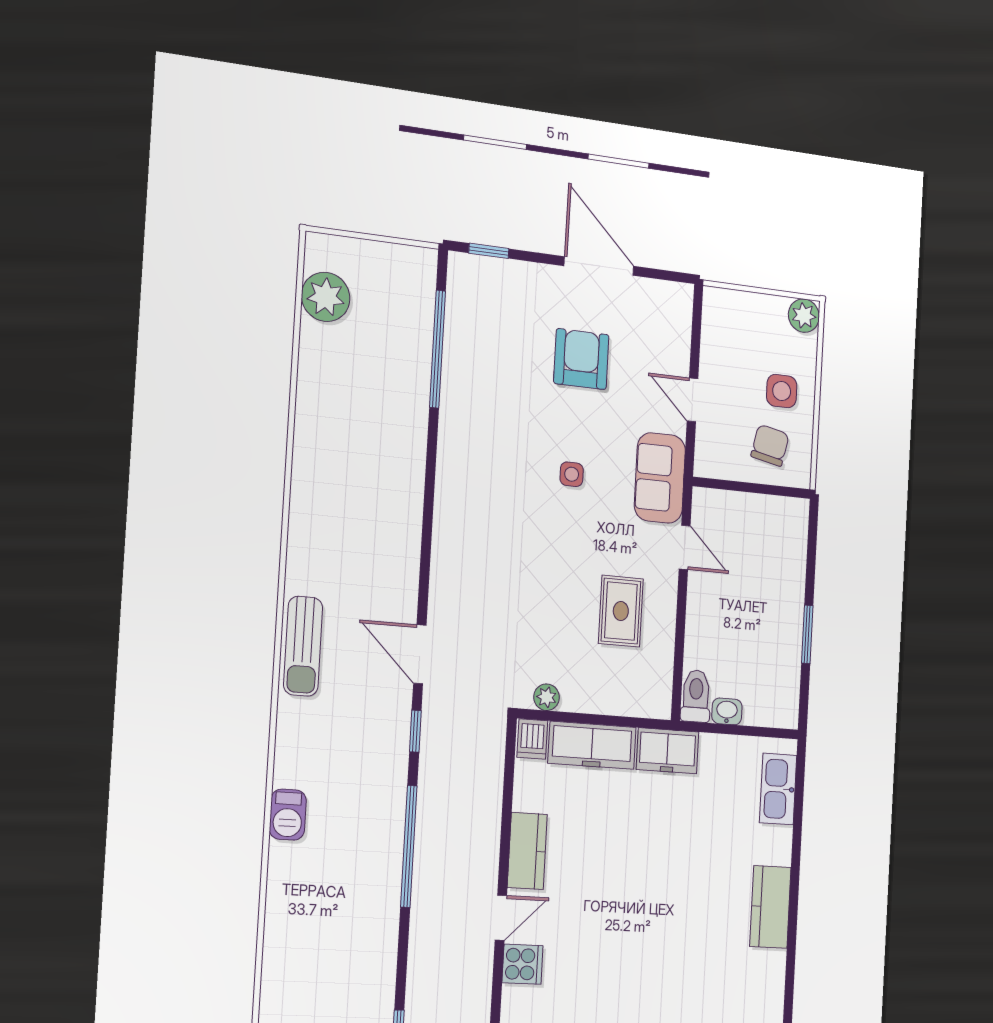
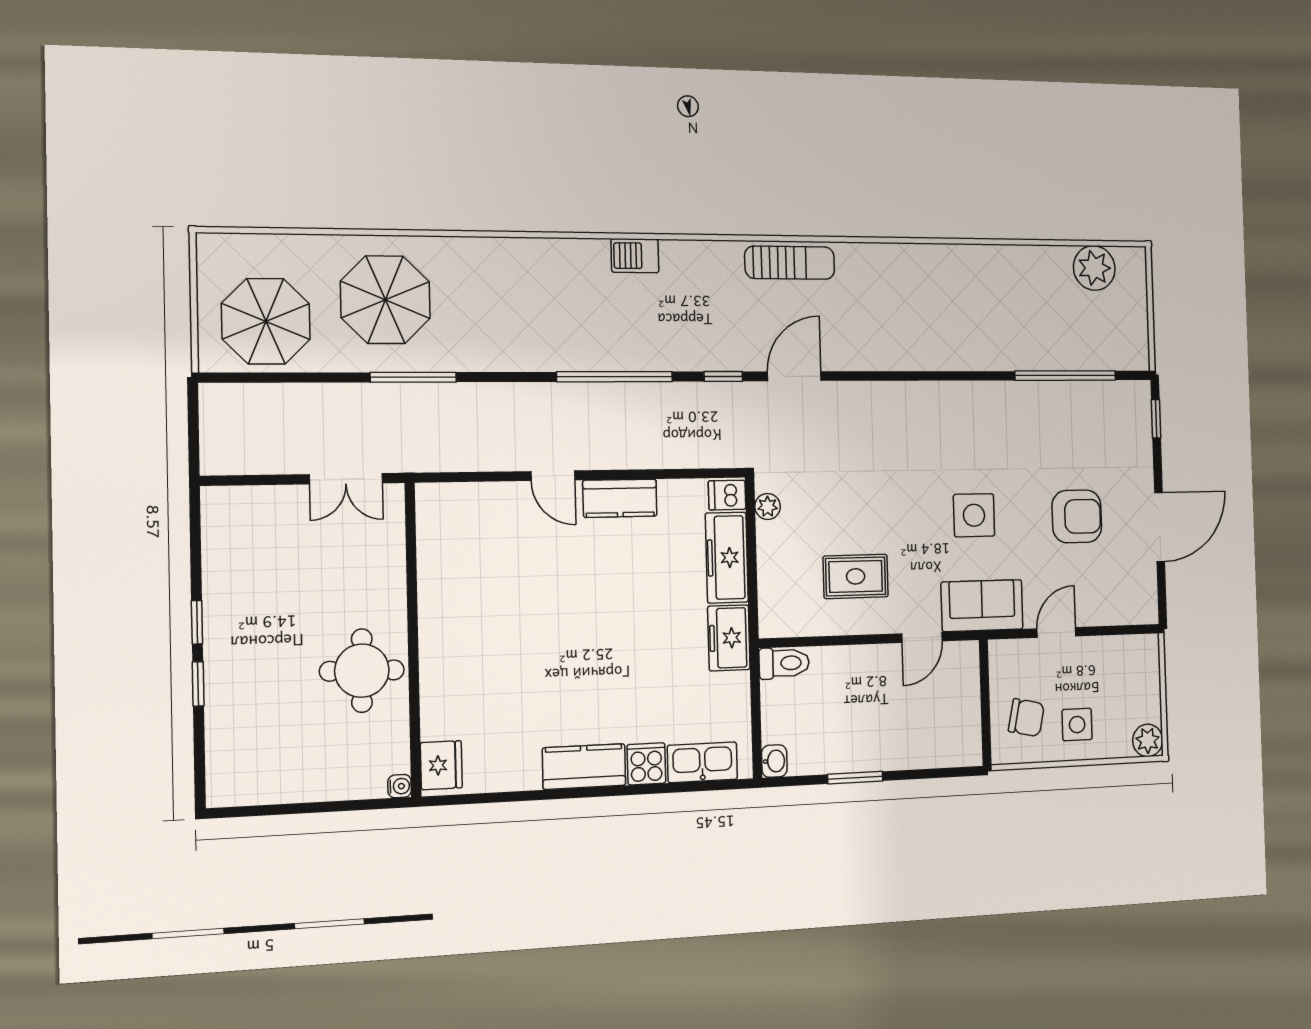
side table: (572, 474) -> (974, 515), width x1.87, depth x1.87
sun lounger: (303, 646) -> (790, 263), turned 180
washbasin: (727, 711) -> (774, 761), moved
cooker: (522, 964) -> (646, 764), moved, turned 180

